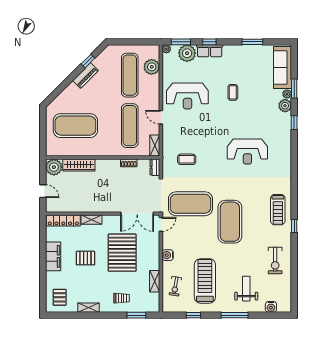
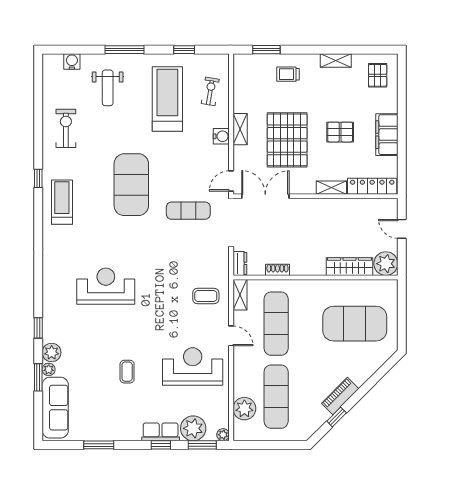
coffee table: (187, 159) -> (206, 296), moved
exercise mat: (190, 204) -> (188, 211), width x0.50, depth x0.69
shelving: (155, 281) -> (240, 129), moved
treadmill: (205, 281) -> (167, 99), turned 180

